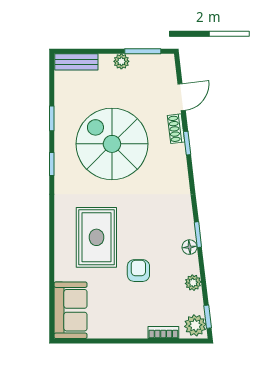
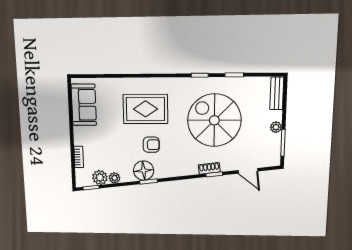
shoe rack: (176, 129) -> (209, 168), moved
spiral stairs: (112, 144) -> (214, 120), turned -90
floor lamp: (190, 247) -> (144, 171), width x1.89, depth x1.89
armchair: (138, 271) -> (151, 145), moved
sofa: (71, 310) -> (84, 105), moved, turned -90
plant: (195, 325) -> (100, 177), moved

